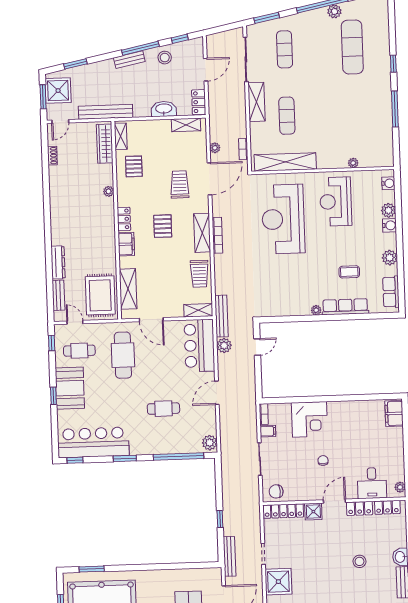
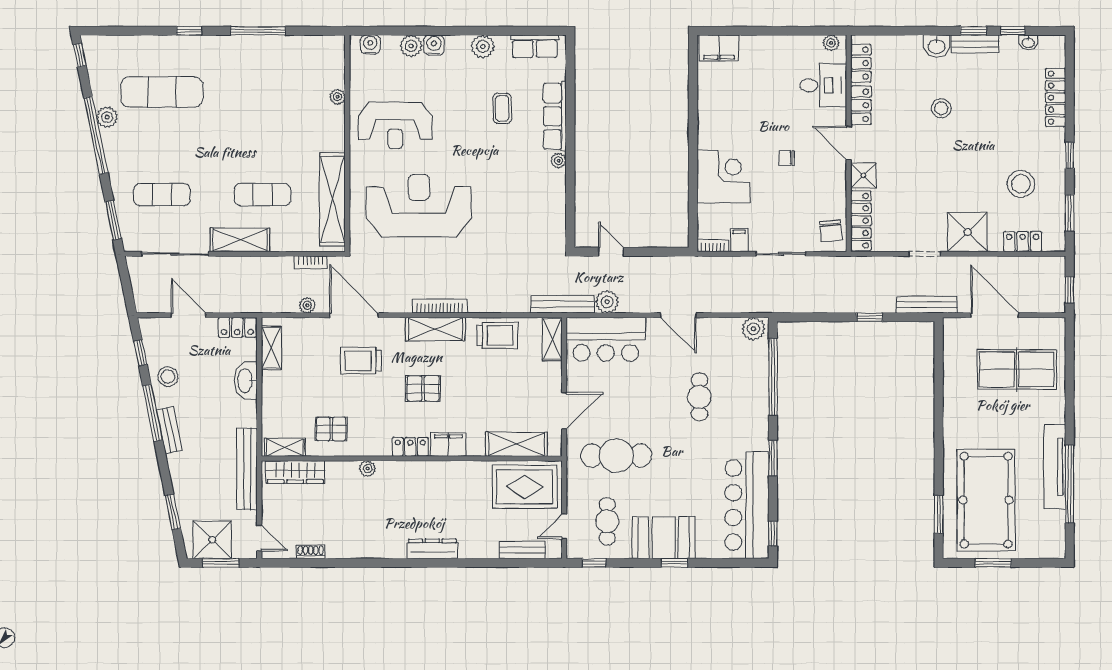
reception desk: (283, 219) -> (419, 206), turned 180
dresser: (58, 262) -> (432, 549), moved

